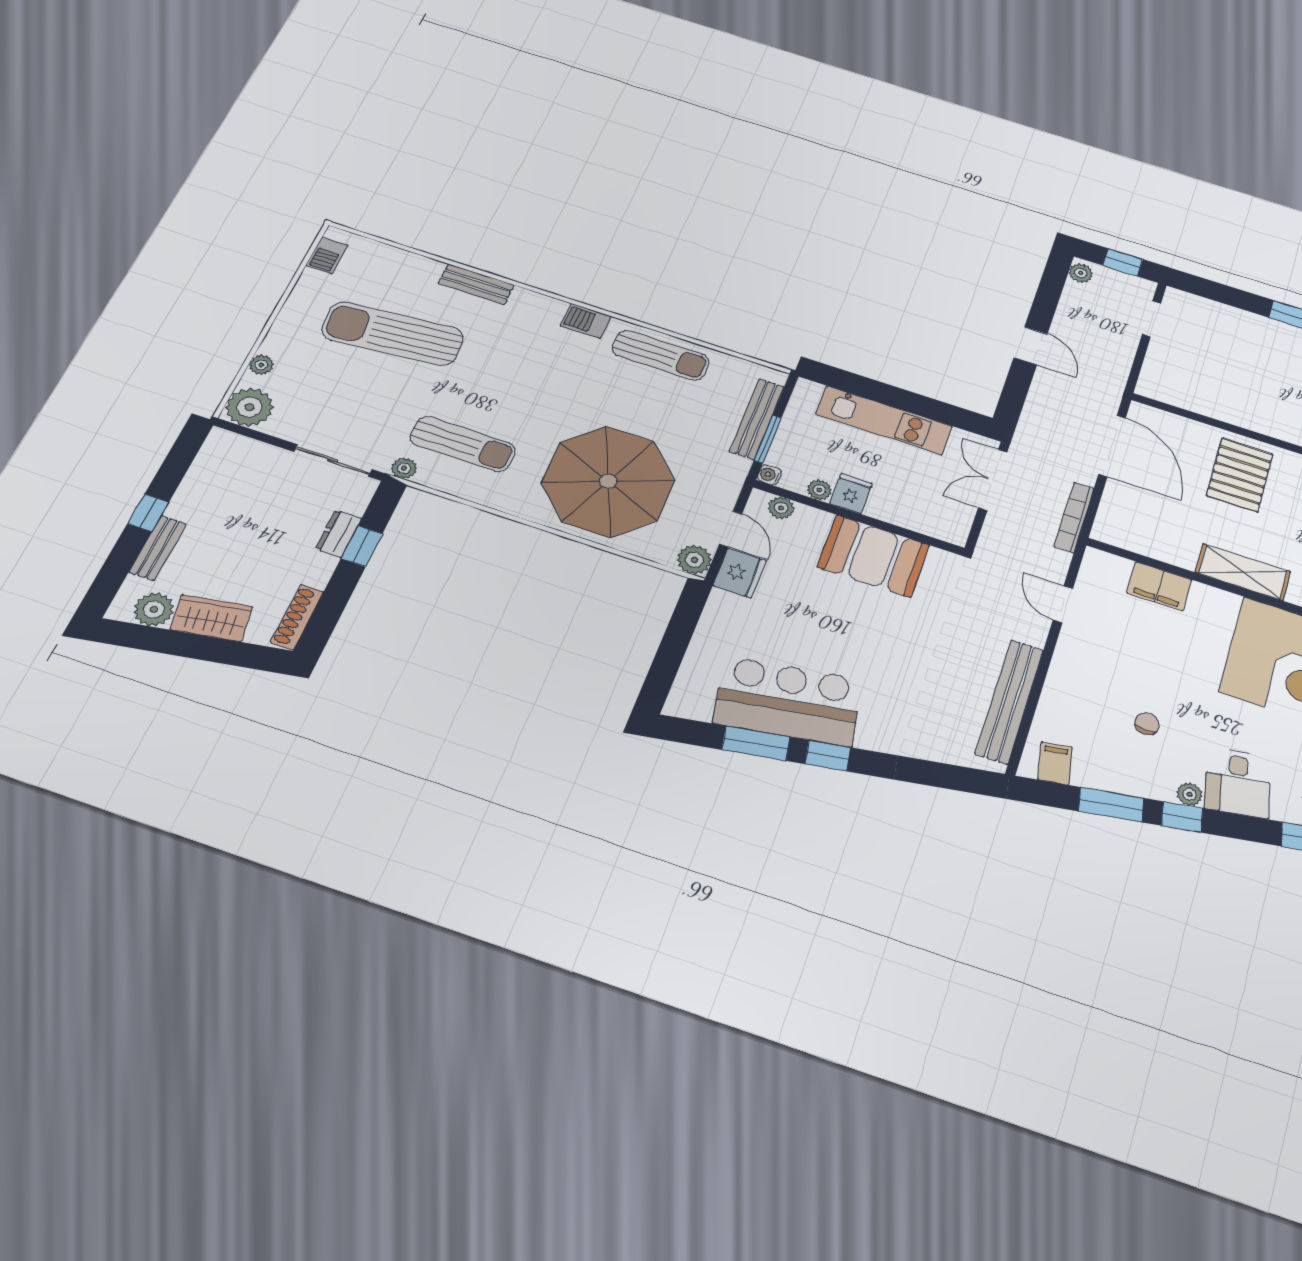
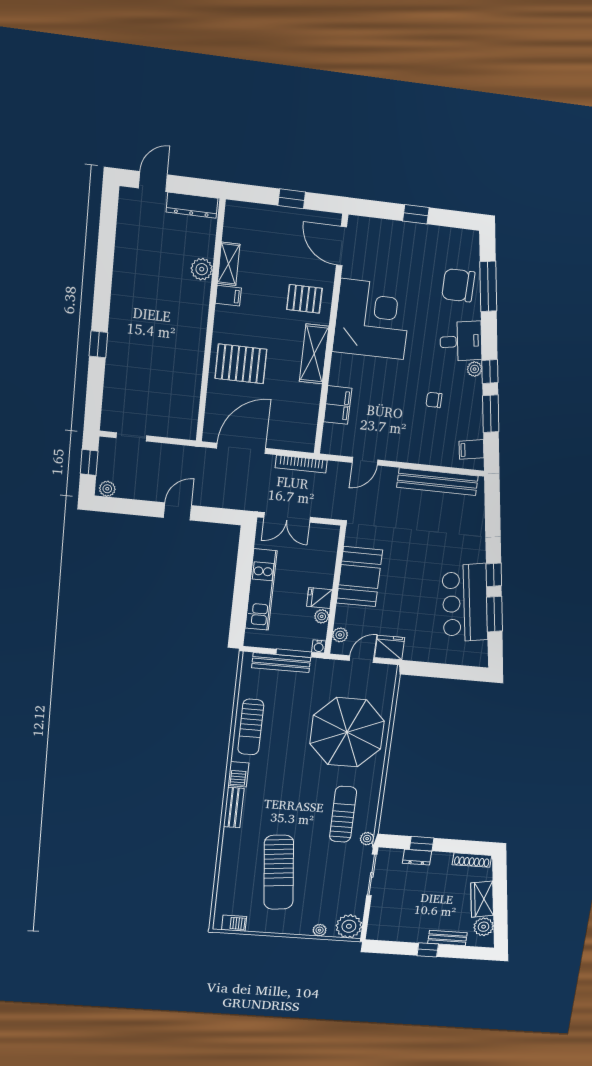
bench: (476, 284) -> (234, 808), moved
sun lounger: (661, 355) -> (251, 727), turned 180
plant: (694, 560) -> (387, 674), removed

